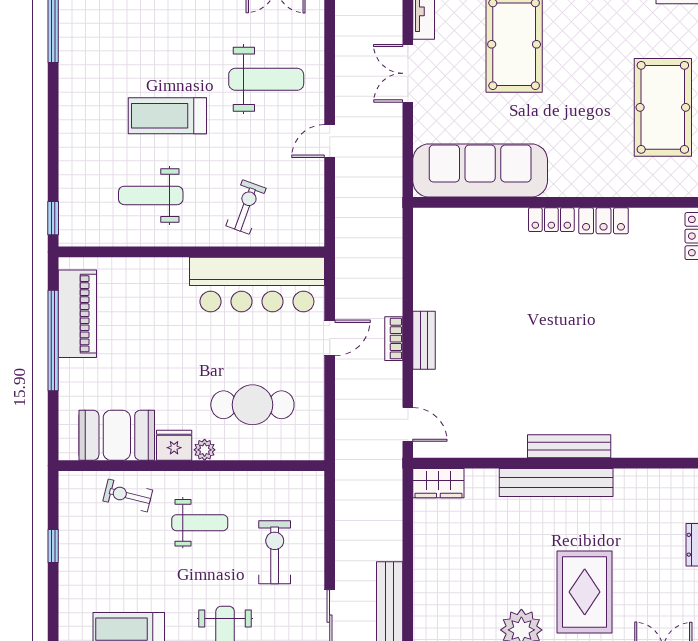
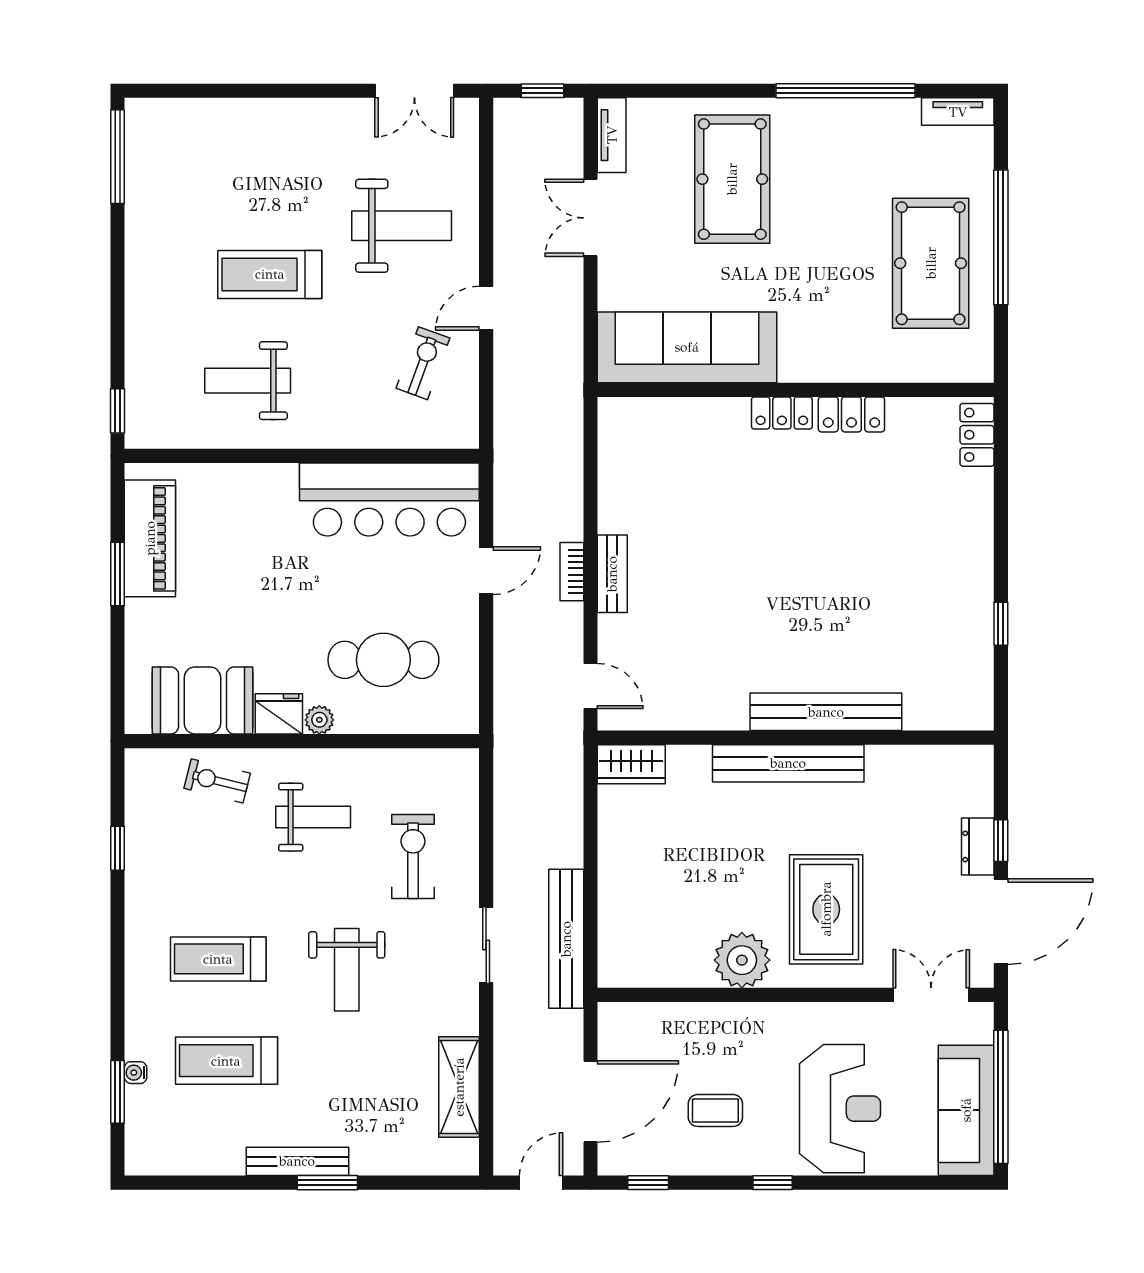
exercise bike: (246, 207) -> (423, 363), moved
window: (53, 340) -> (118, 574), width x0.47
bench: (569, 446) -> (826, 712), width x1.37, depth x1.21

